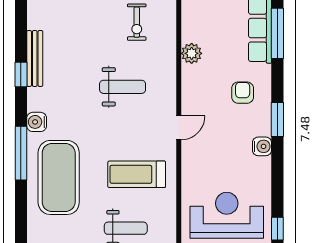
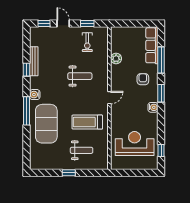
window: (277, 33) -> (161, 60), moved

